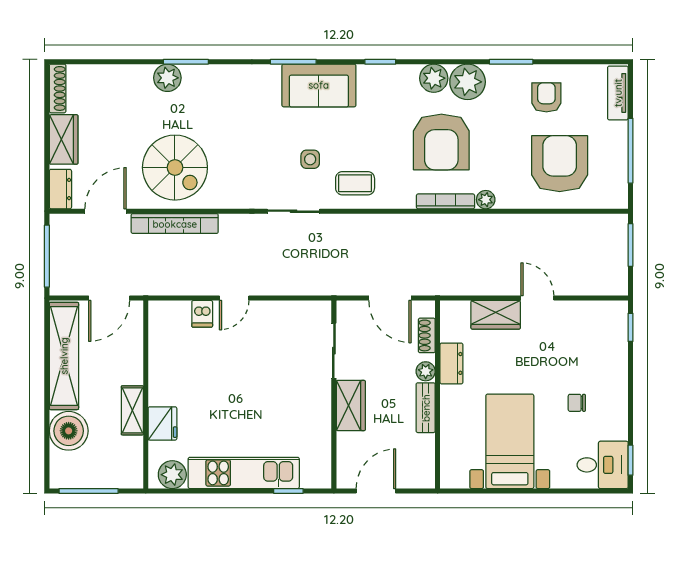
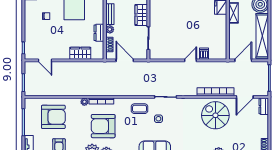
wardrobe: (64, 139) -> (262, 127), removed
armchair: (441, 142) -> (103, 126), turned -90
armchair: (560, 164) -> (53, 117), turned -90
door: (537, 298) -> (45, 60), moved

